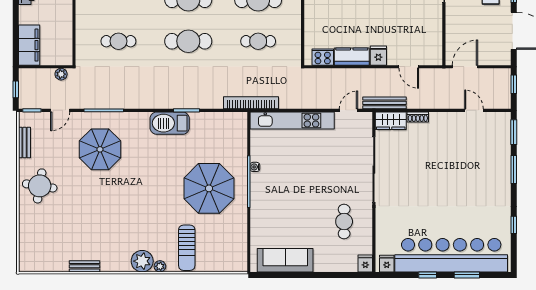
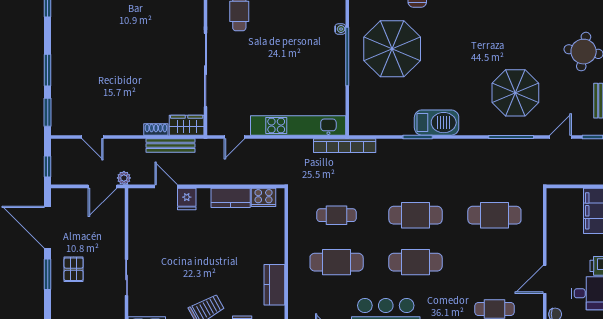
cafe table: (118, 41) -> (494, 215), width x1.37, depth x1.35
fridge: (378, 56) -> (187, 199), moved
plant: (61, 74) -> (124, 178), moved
bench: (385, 103) -> (171, 145), moved
water cooler: (255, 167) -> (340, 29), moved

